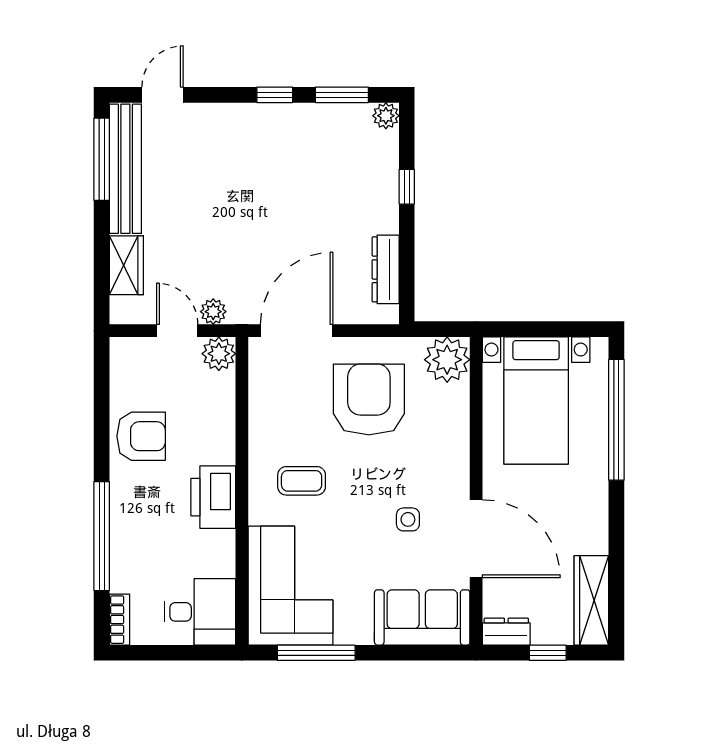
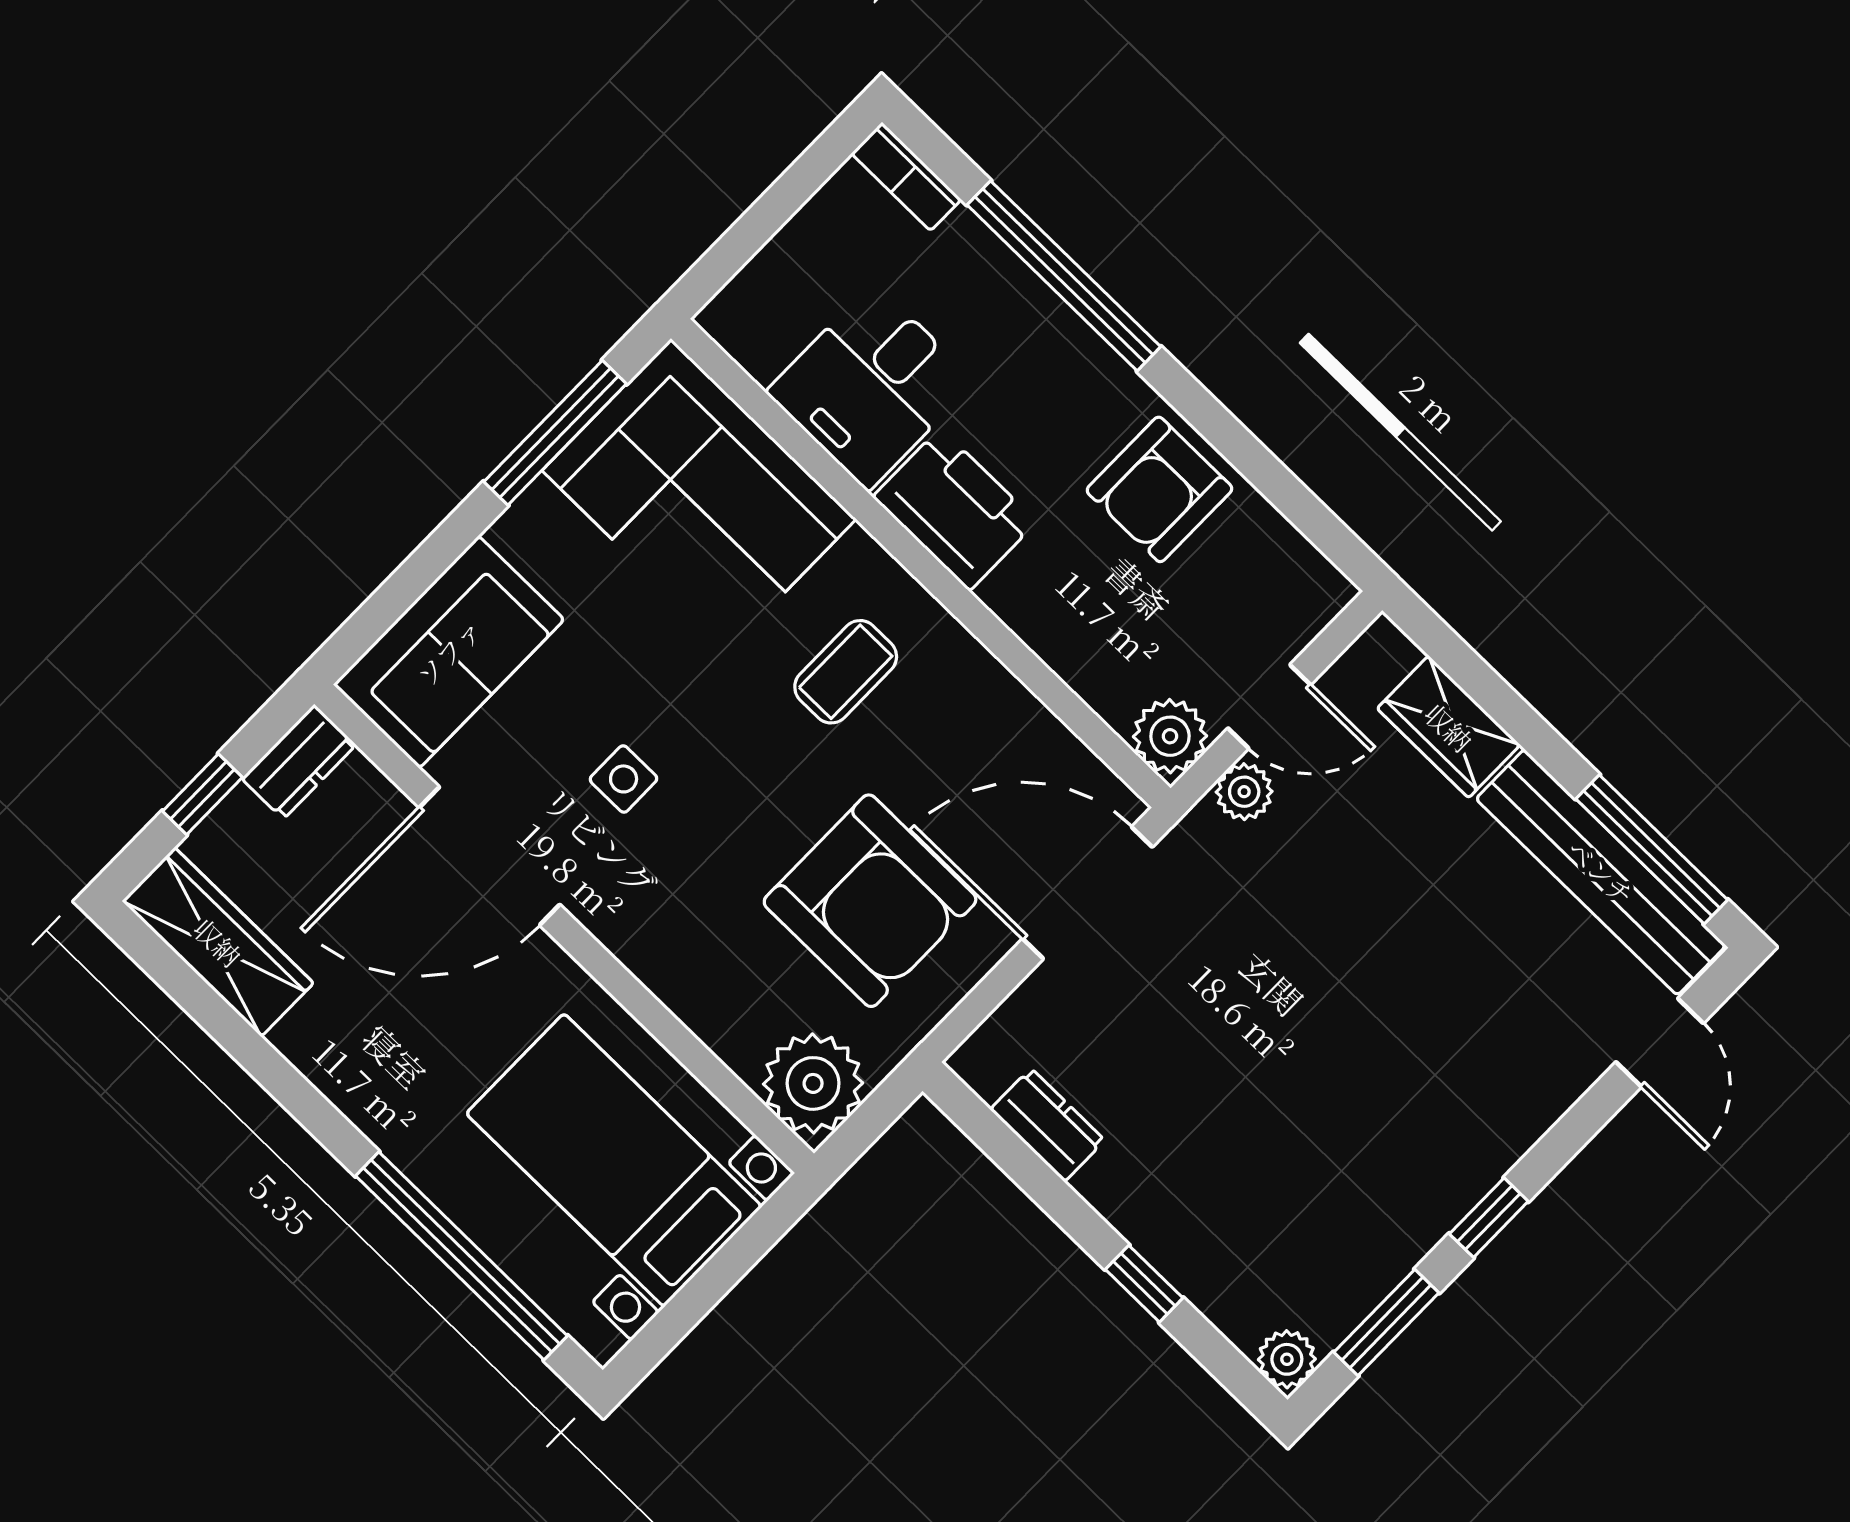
dresser: (386, 269) -> (1048, 1125), width x0.70
door: (297, 331) -> (1087, 893), swing flipped
desk: (200, 612) -> (871, 387), moved

